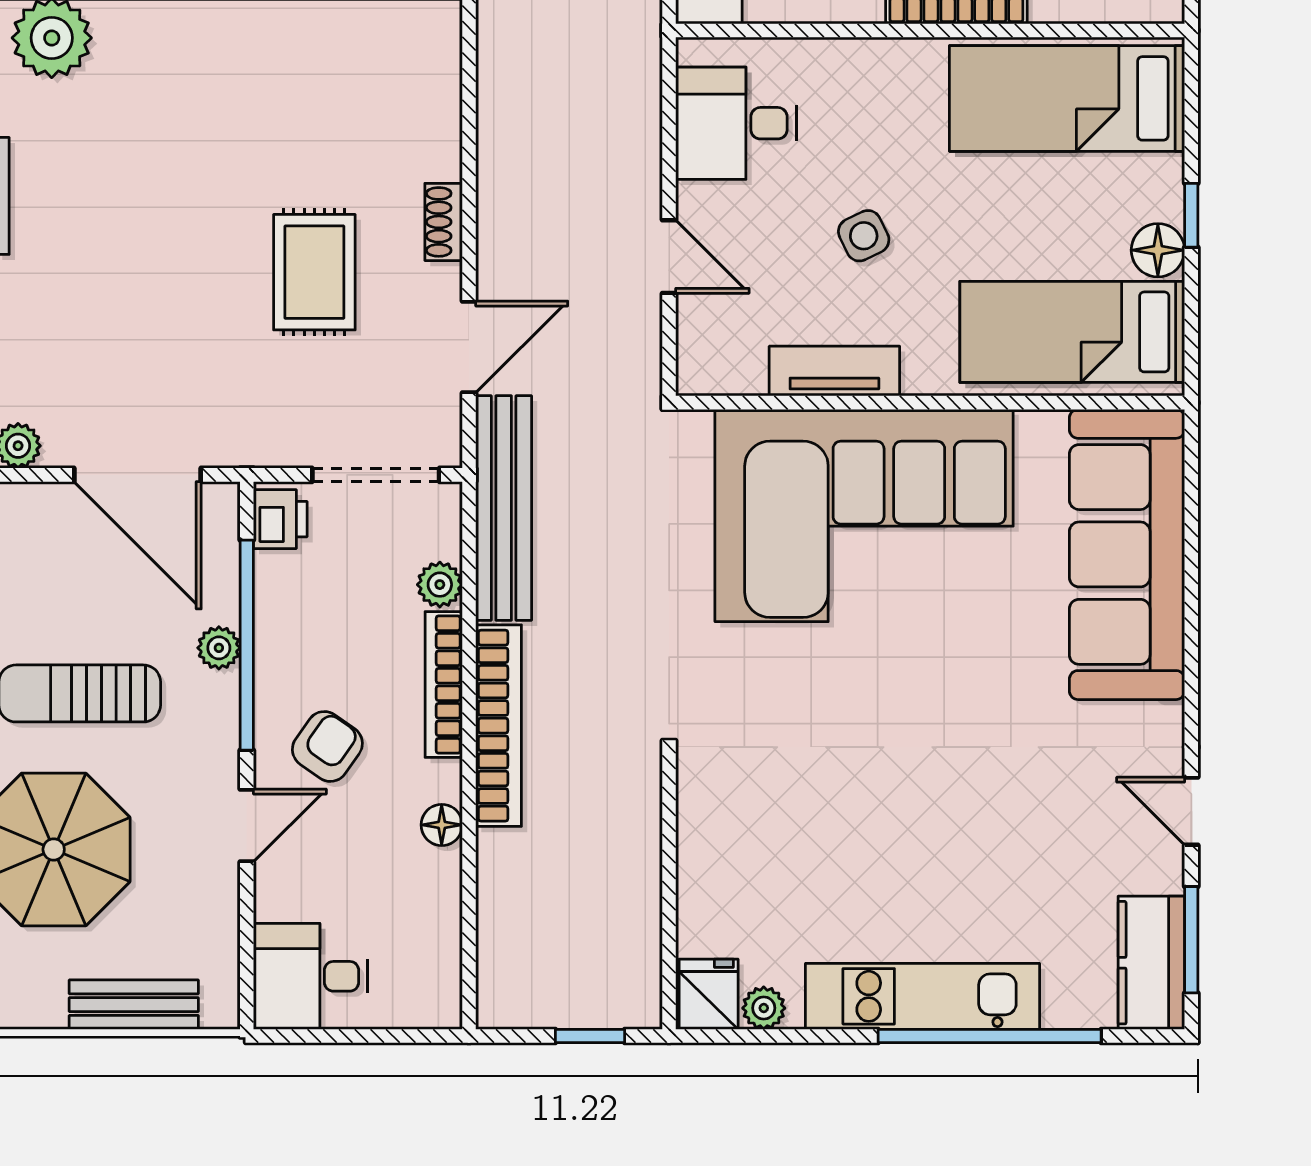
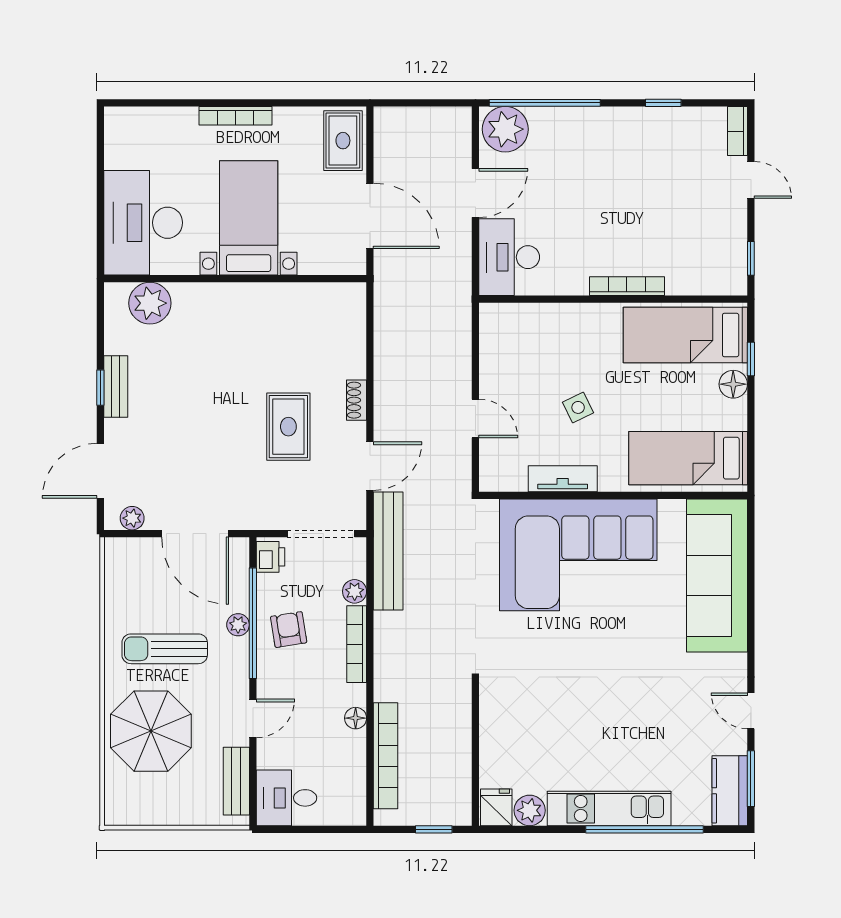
desk: (736, 123) -> (511, 348), removed
window: (1191, 215) -> (751, 359), moved
floor lamp: (1158, 250) -> (733, 384), moved
bookcase: (499, 726) -> (386, 756), moved
armchair: (327, 746) -> (289, 630), moved, turned -44
bench: (134, 1005) -> (236, 781), moved, turned 90
plant: (764, 1008) -> (530, 810), width x1.38, depth x1.38

